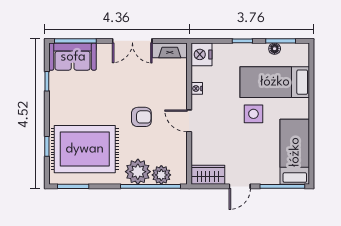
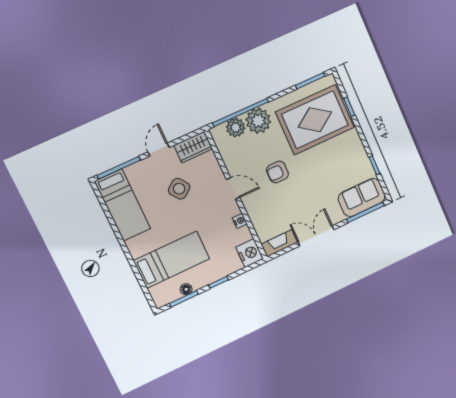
side table: (253, 114) -> (179, 189), moved, turned -37

